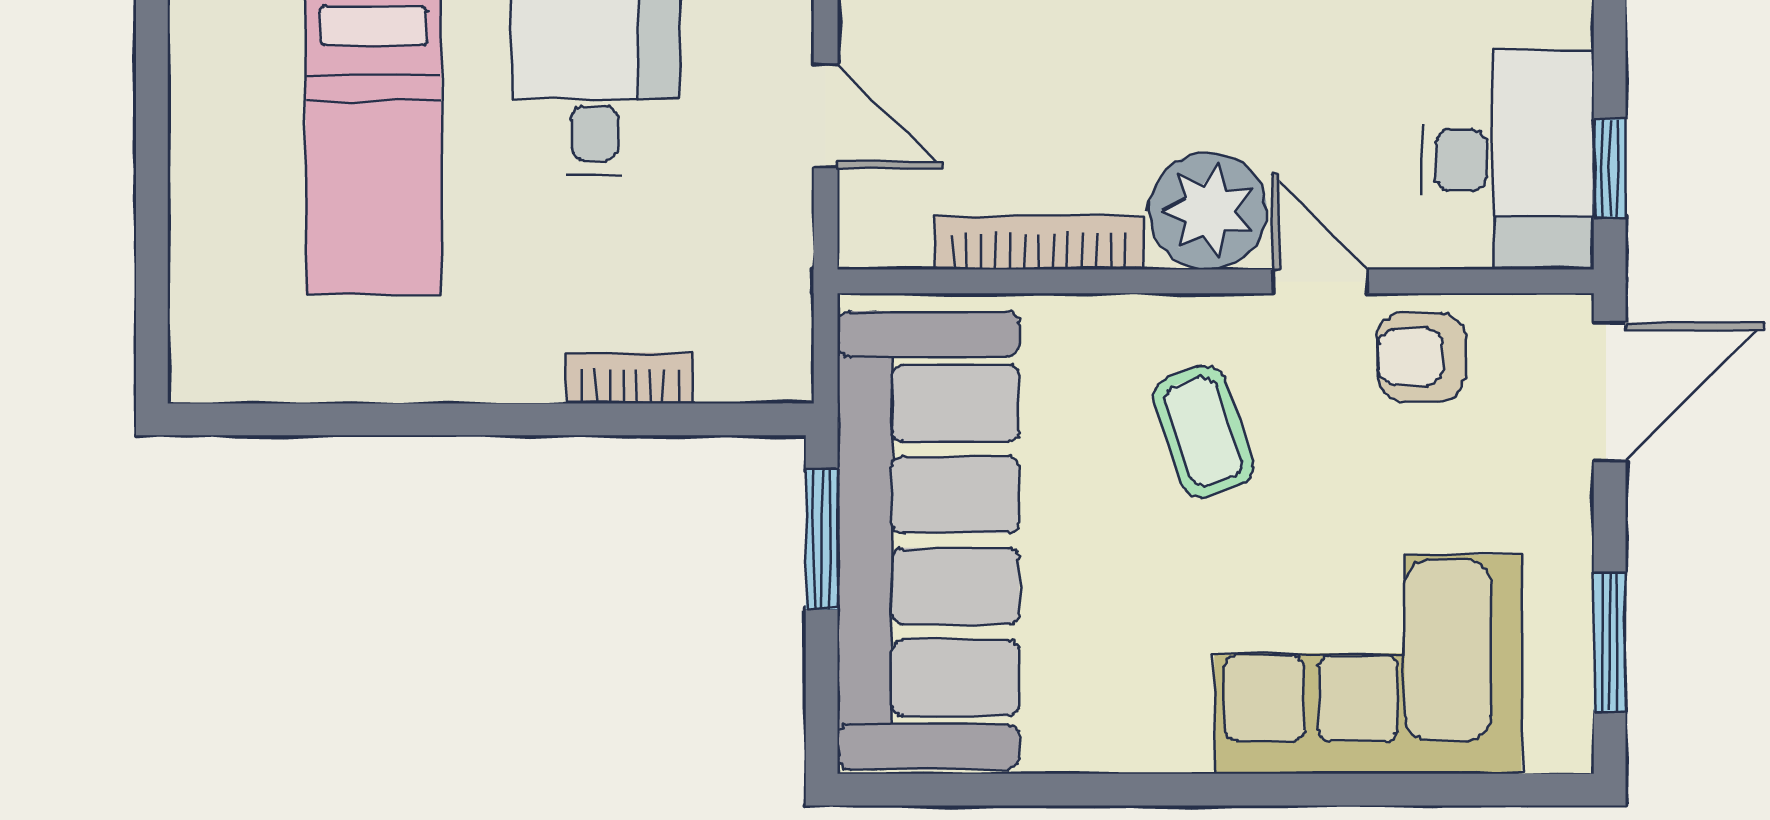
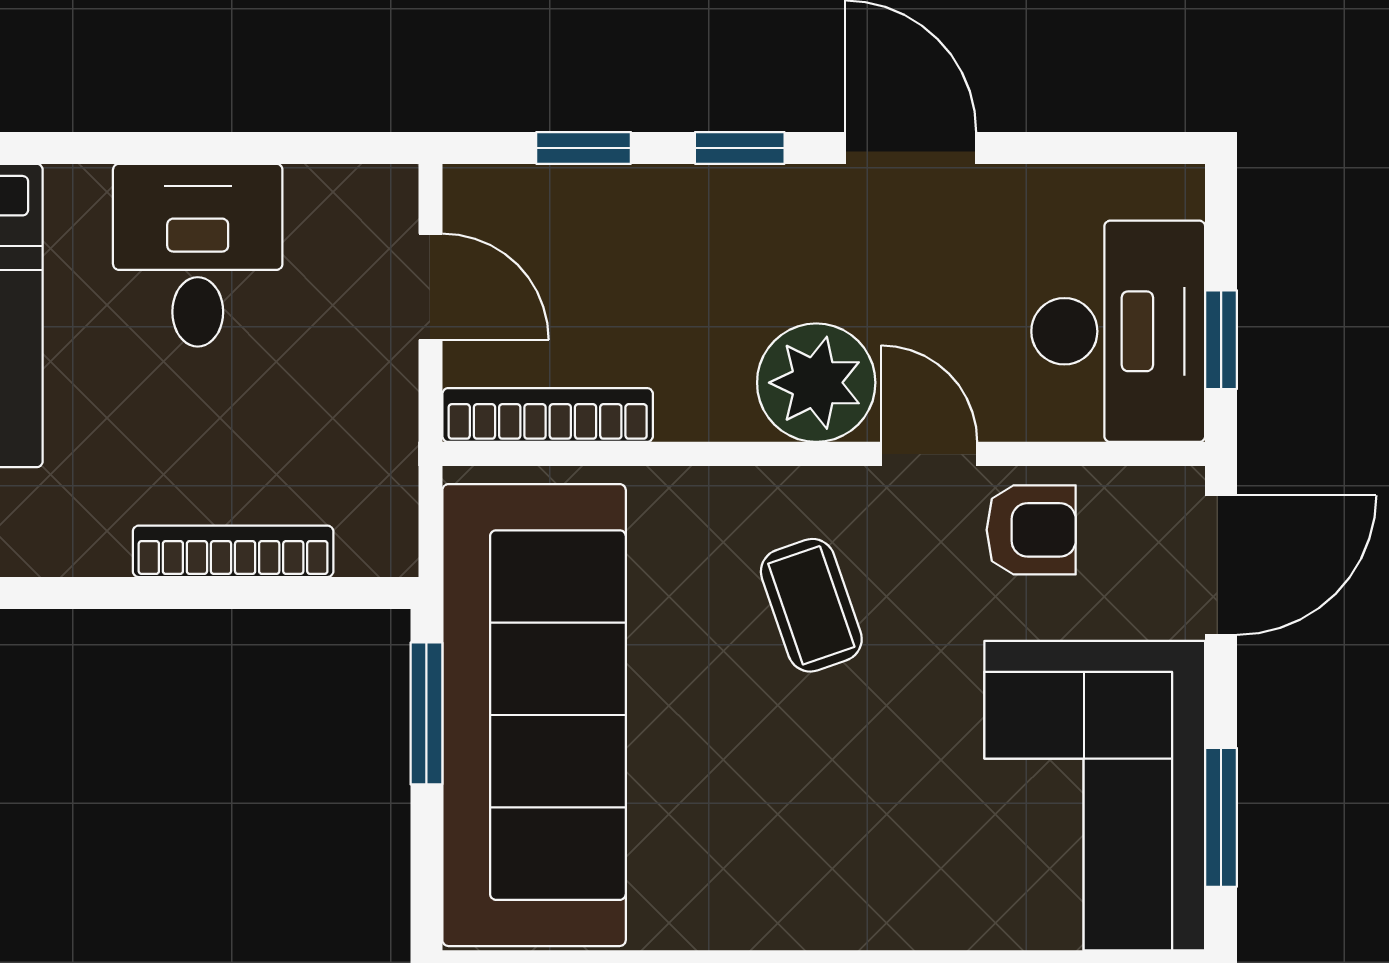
bookcase: (1039, 243) -> (548, 415), moved
armchair: (1421, 357) -> (1031, 530), turned 180
bookcase: (630, 378) -> (233, 551), width x1.56
corner sofa: (1368, 664) -> (1095, 796), moved, turned -90

